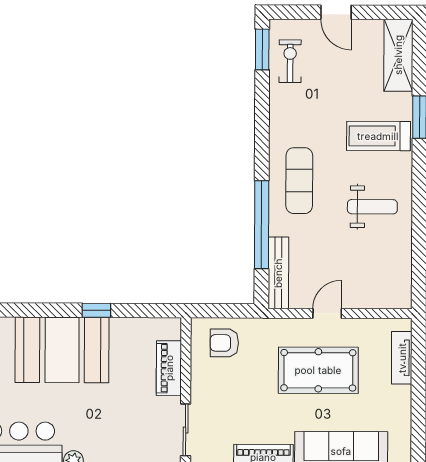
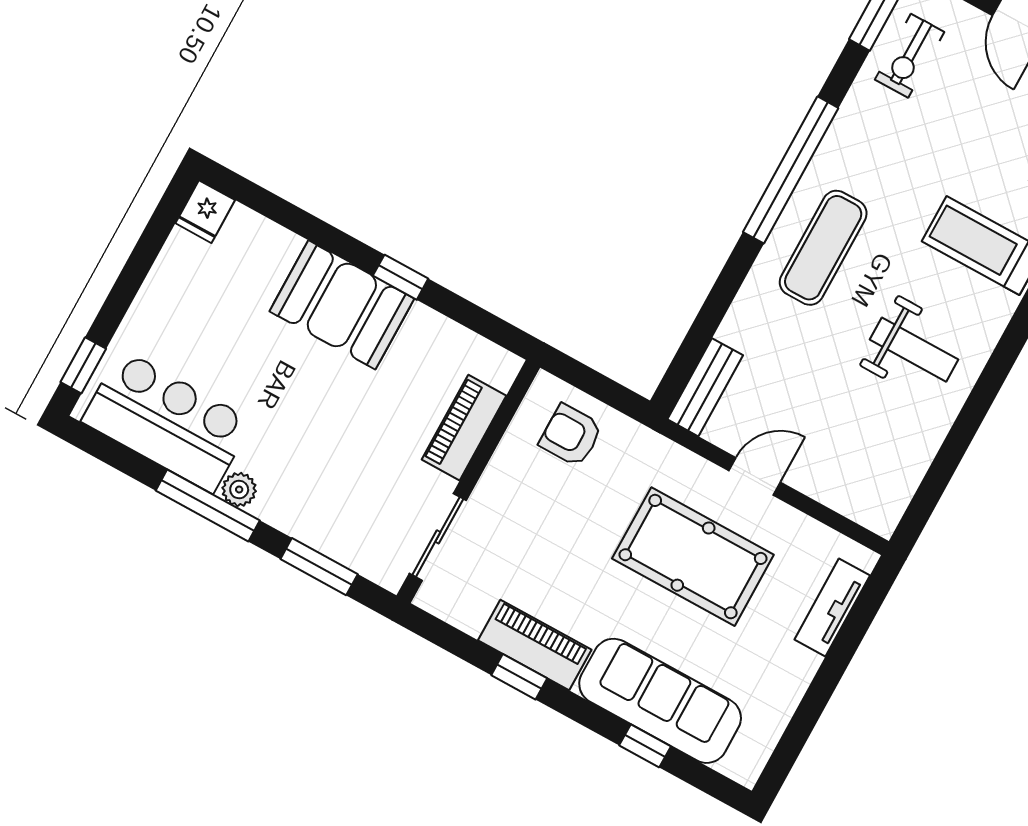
exercise bike: (290, 61) -> (910, 56), turned 180
window: (262, 225) -> (791, 170), moved
bench: (278, 273) -> (705, 387), width x0.73
booth: (62, 350) -> (342, 305), width x0.73, depth x0.70

